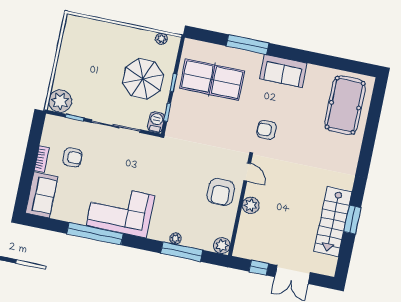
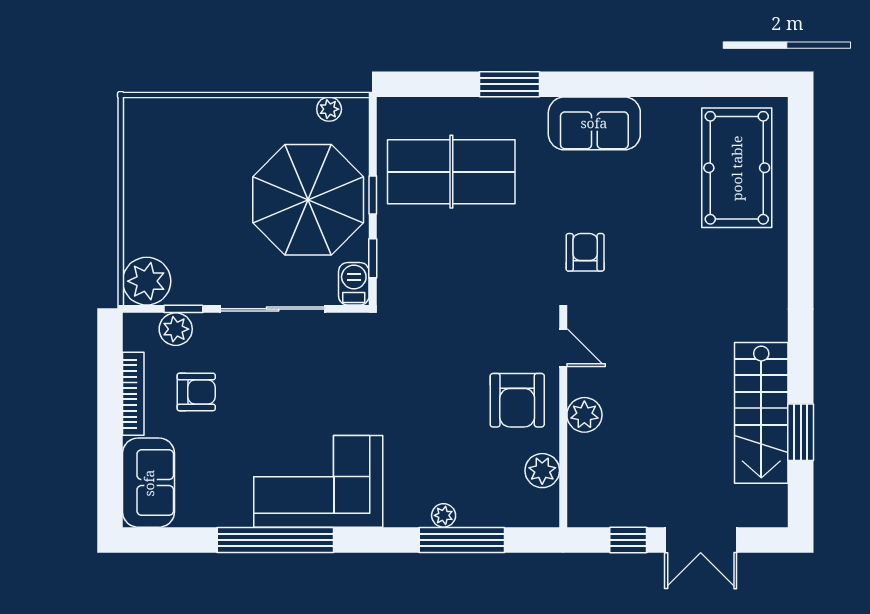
window: (248, 45) -> (509, 84), width x0.69
parasol: (143, 79) -> (308, 200), width x1.36, depth x1.36
plant: (69, 126) -> (176, 329), added
armchair: (267, 130) -> (585, 252), turned 90
bookcase: (42, 159) -> (133, 394), width x1.56
window: (352, 220) -> (801, 432), moved
plant: (222, 245) -> (542, 471), moved

